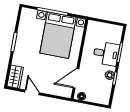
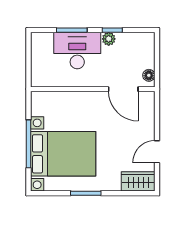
bed with nightstands: (58, 35) -> (63, 154), moved
desk: (106, 54) -> (77, 51), width x1.37

